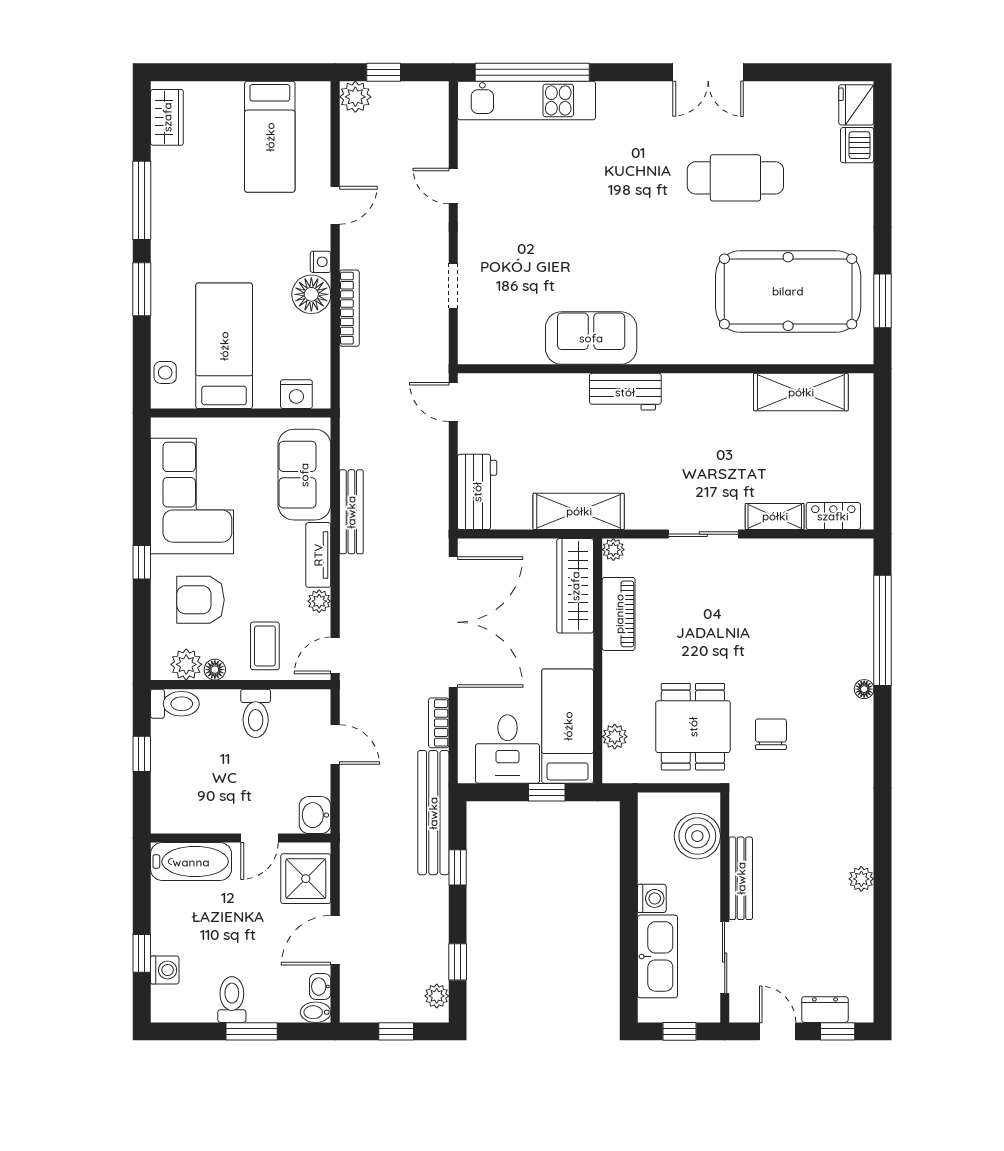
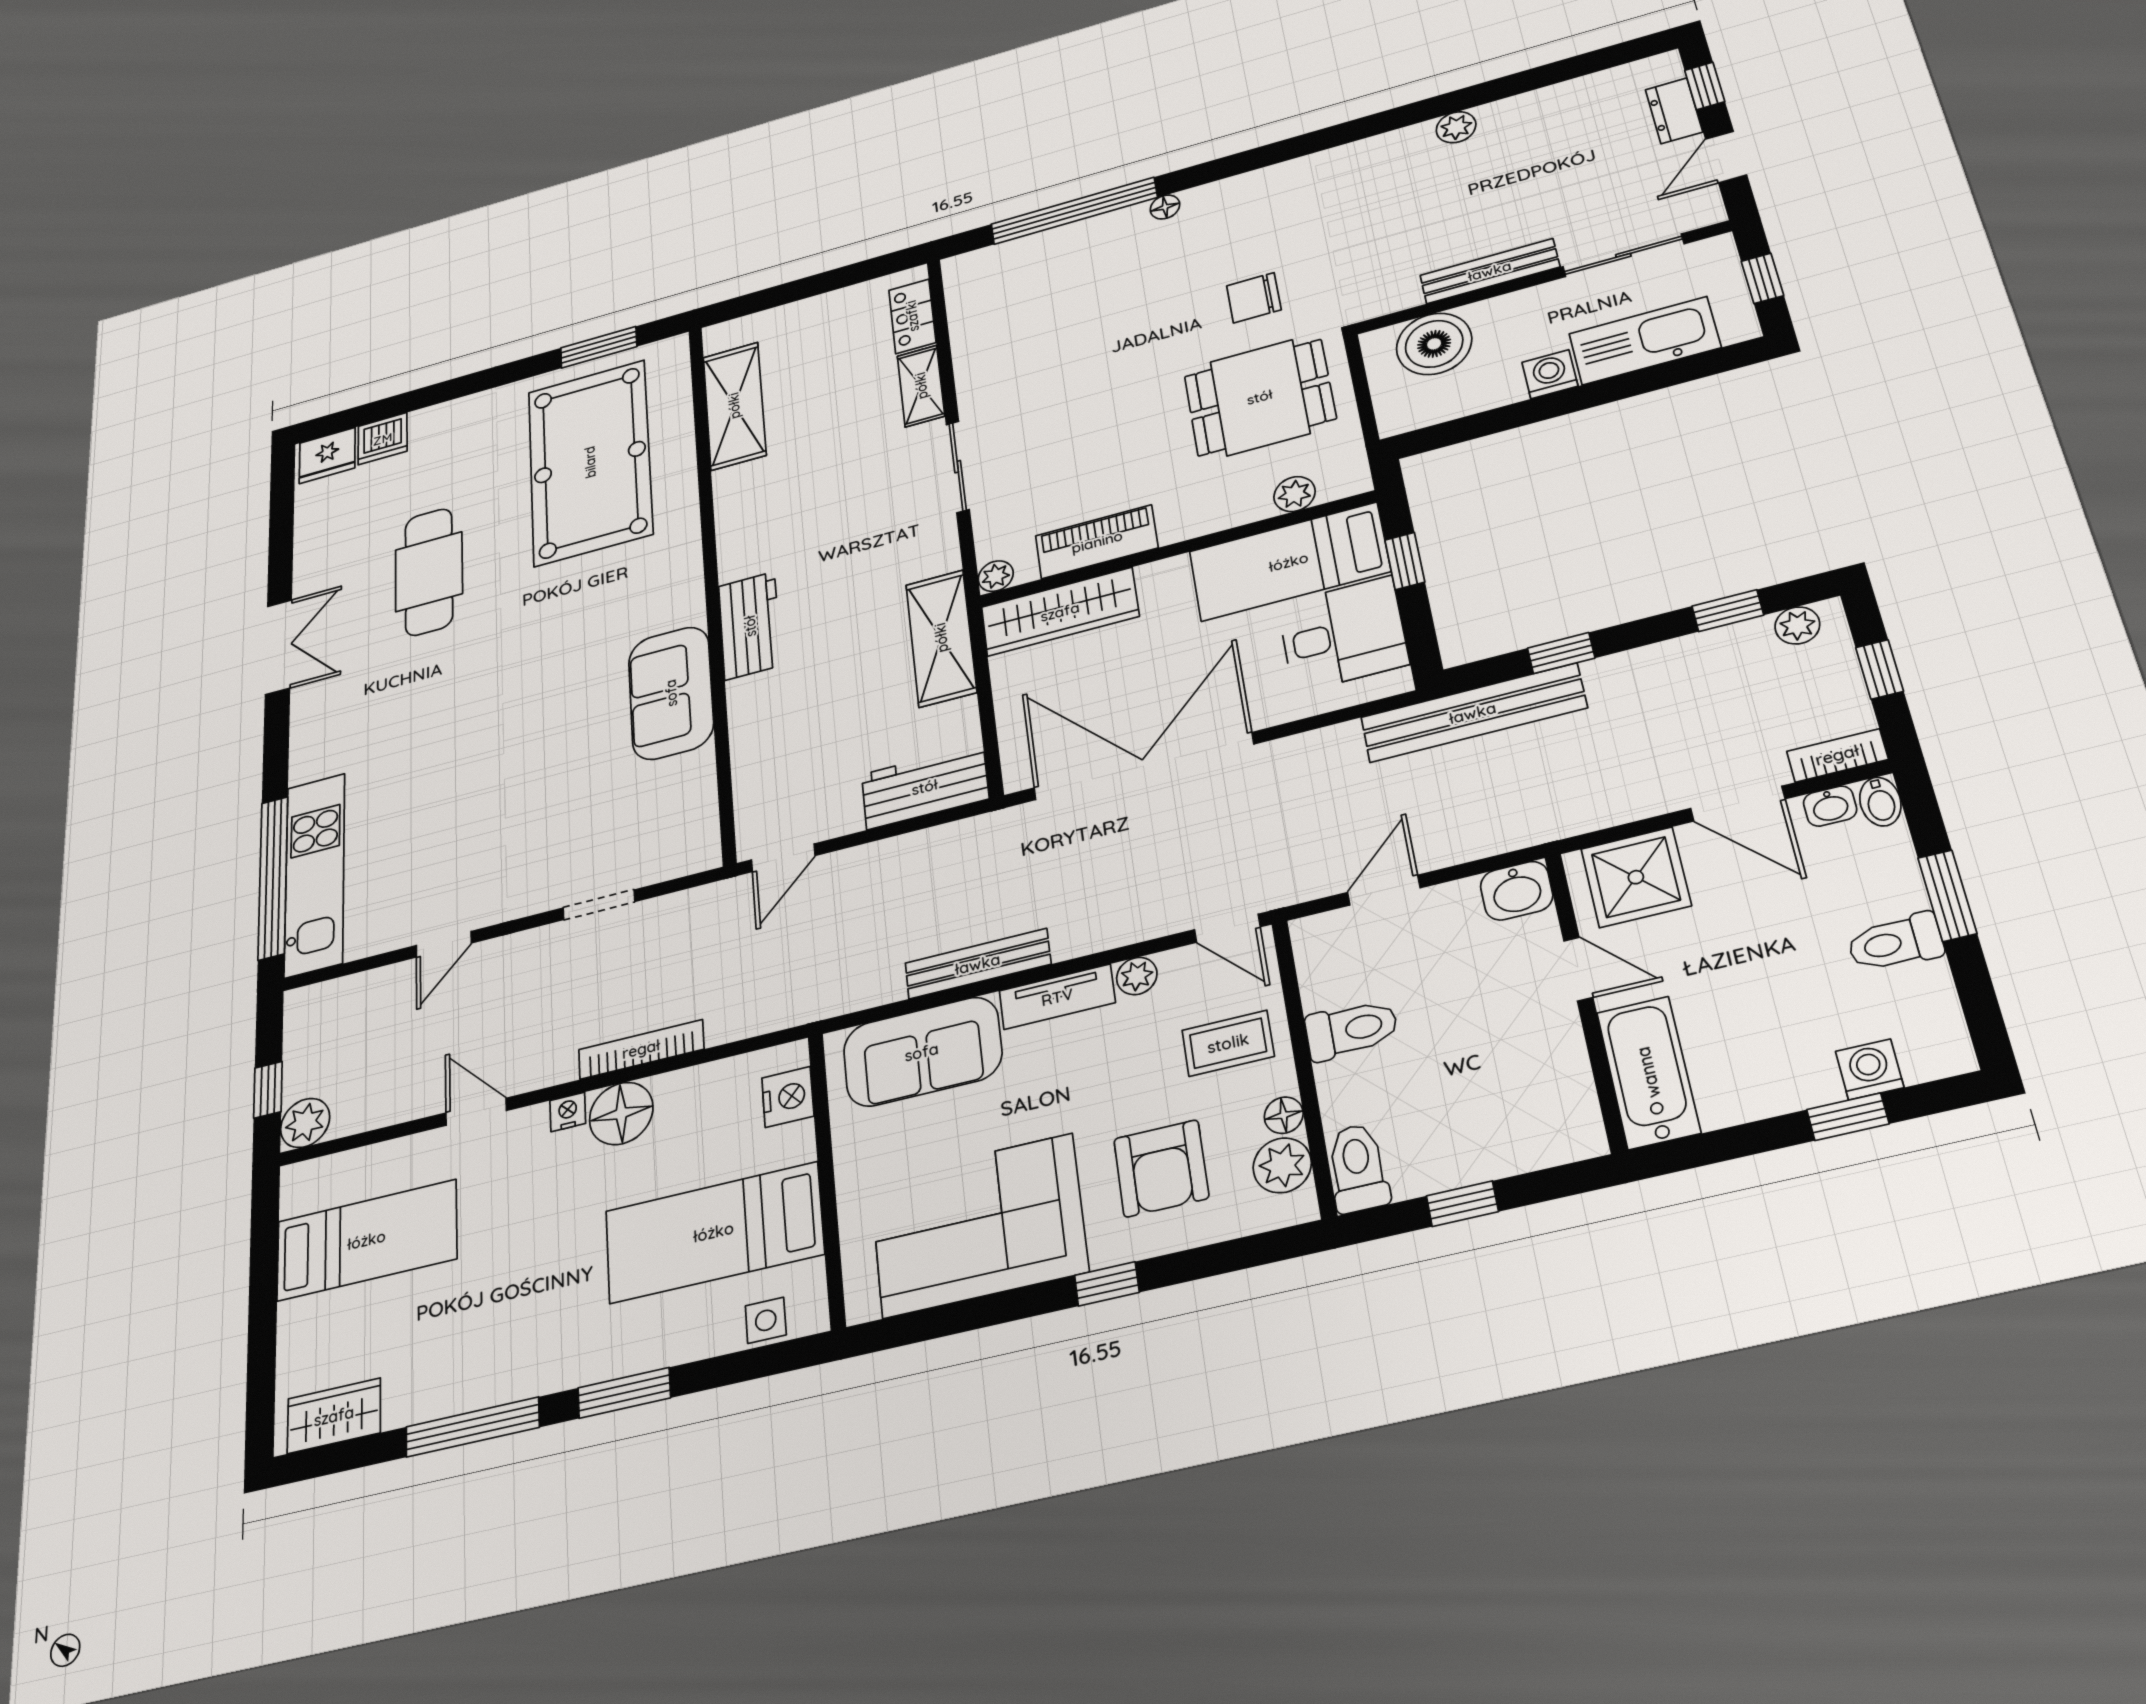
bookcase: (439, 723) -> (1837, 755), moved, turned 180

